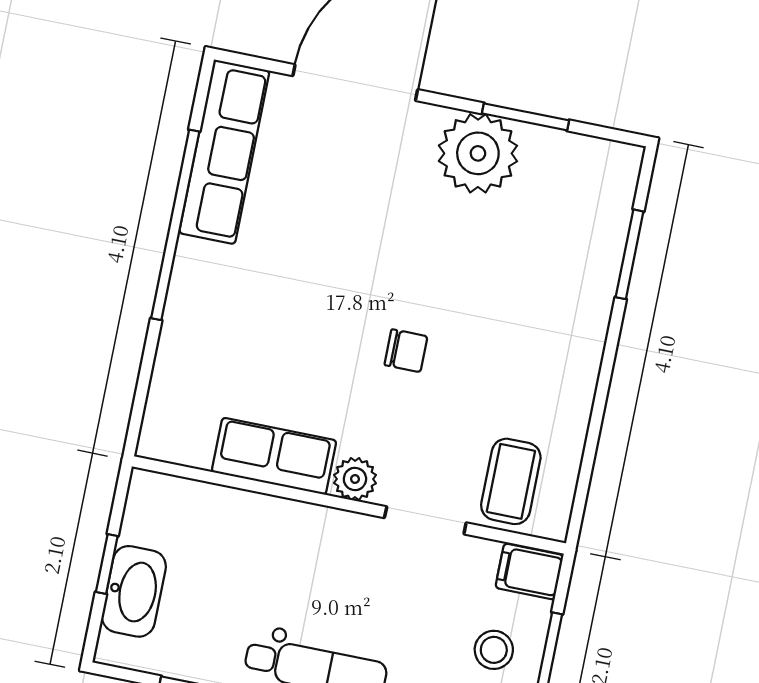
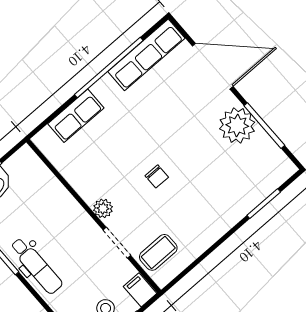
window: (525, 117) -> (264, 126), width x1.44
row of seats: (274, 456) -> (76, 116), moved, turned 90

